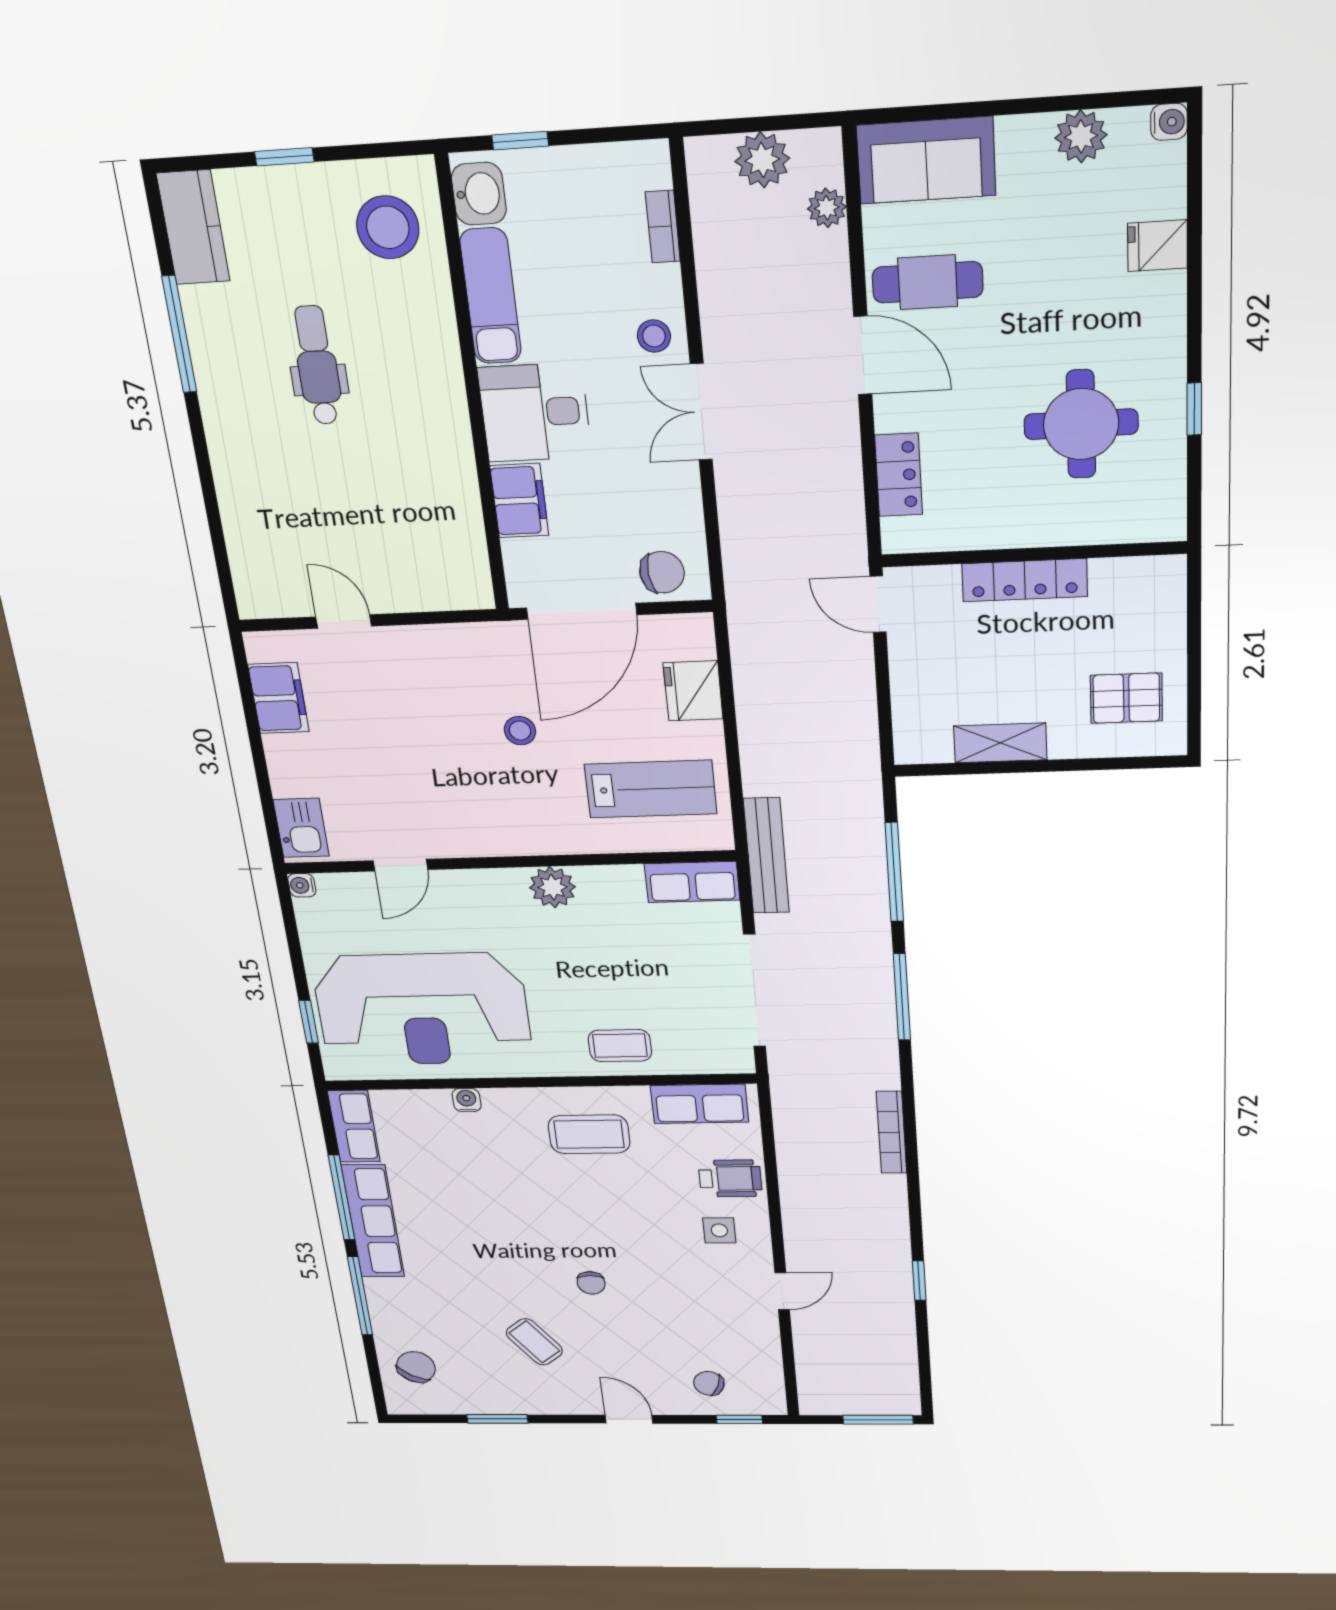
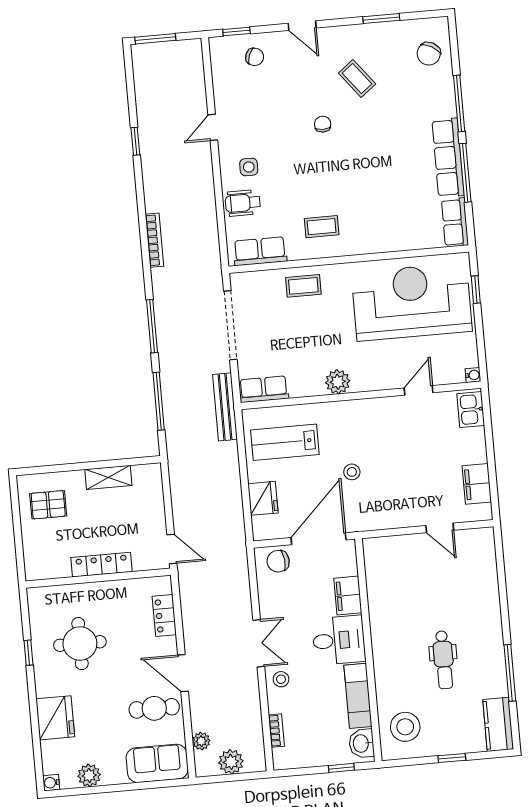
fridge: (1157, 246) -> (55, 718), width x1.88, depth x1.34
water cooler: (467, 1100) -> (390, 245), removed
coffee table: (589, 1134) -> (322, 227), width x0.73, depth x0.77

